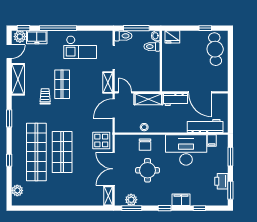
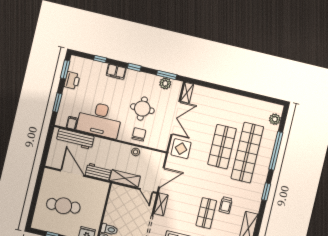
cafe table: (215, 49) -> (63, 206), moved, turned 90
window: (9, 160) -> (276, 151), width x3.17

